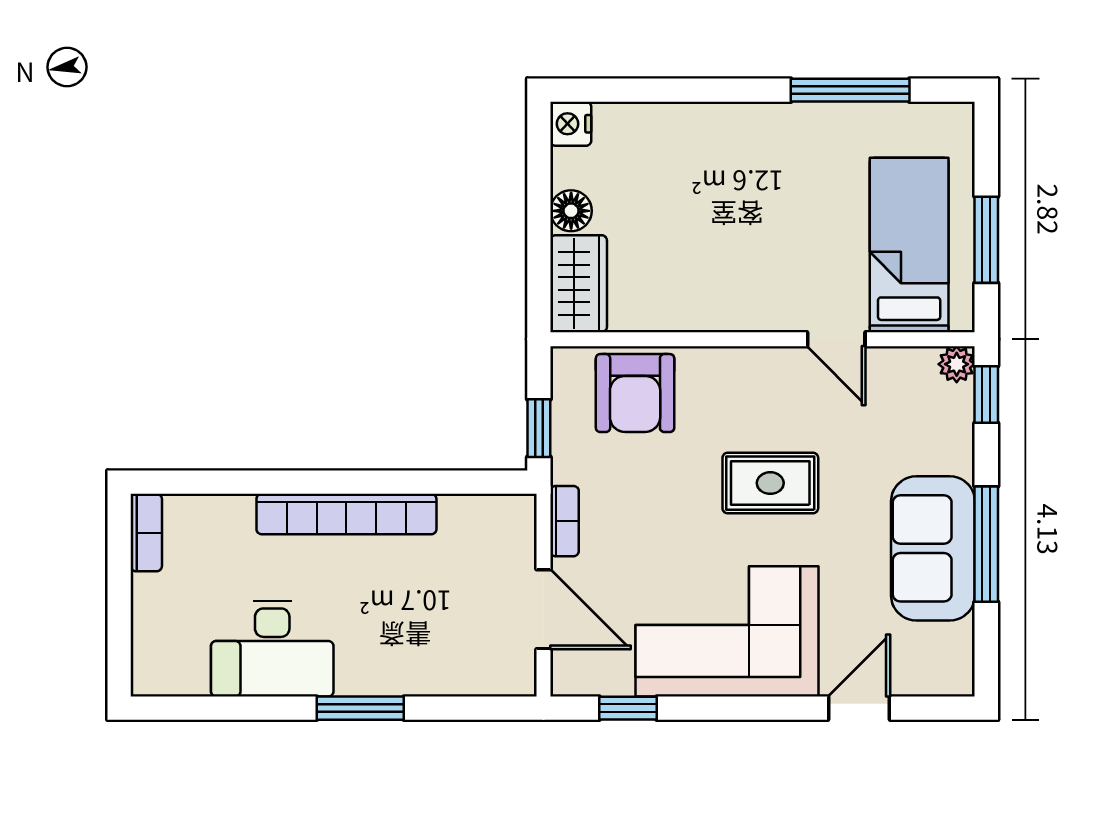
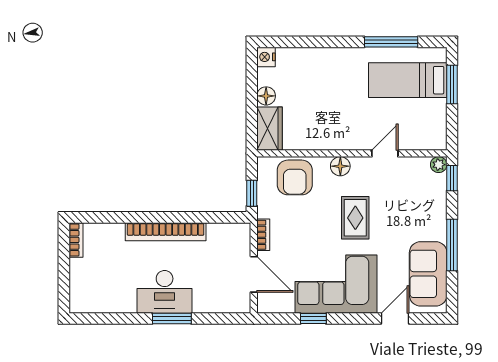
window: (986, 240) -> (452, 84), moved
bed: (909, 245) -> (408, 80), moved, turned -90
door: (836, 339) -> (385, 153), swing flipped
floor lamp: (737, 368) -> (340, 166), added
rug: (770, 483) -> (355, 218), turned 90
sofa: (933, 548) -> (428, 274), moved
desk: (272, 649) -> (165, 292), moved
window: (628, 708) -> (313, 319), moved

